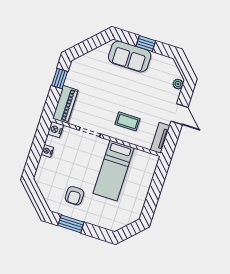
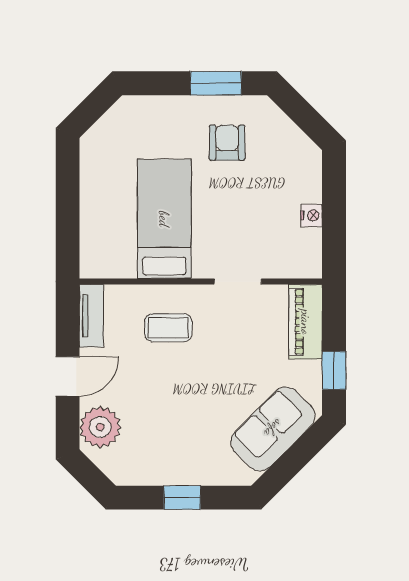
sofa: (130, 56) -> (273, 429), moved, turned -45
plant: (178, 84) -> (100, 427), width x1.88, depth x1.88
door: (179, 114) -> (68, 376), swing flipped
nightstand: (55, 130) -> (309, 264), removed

